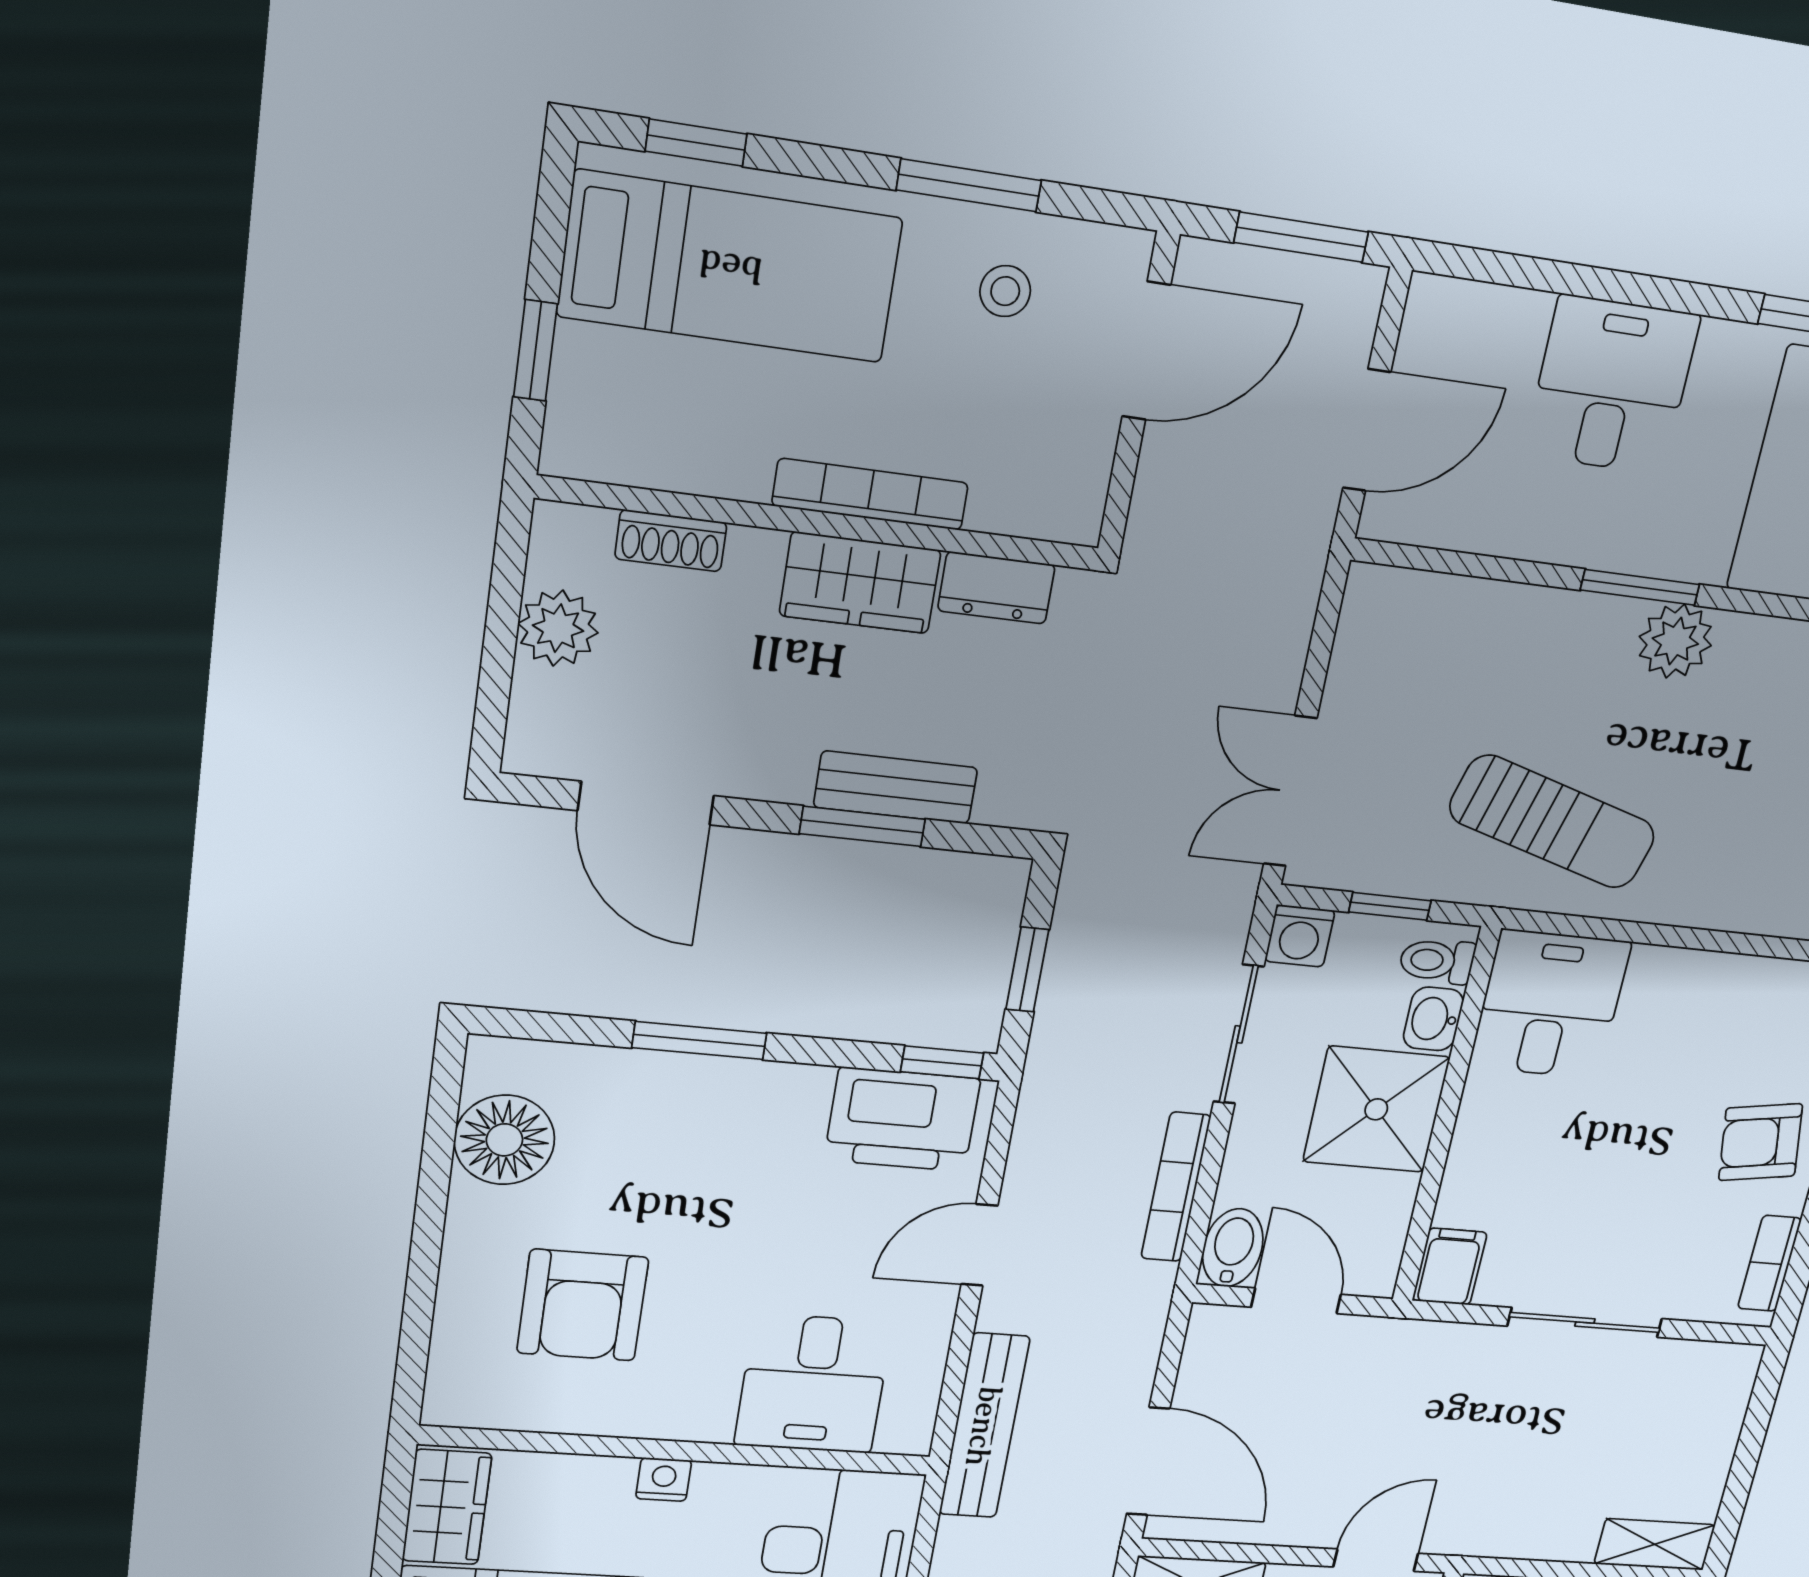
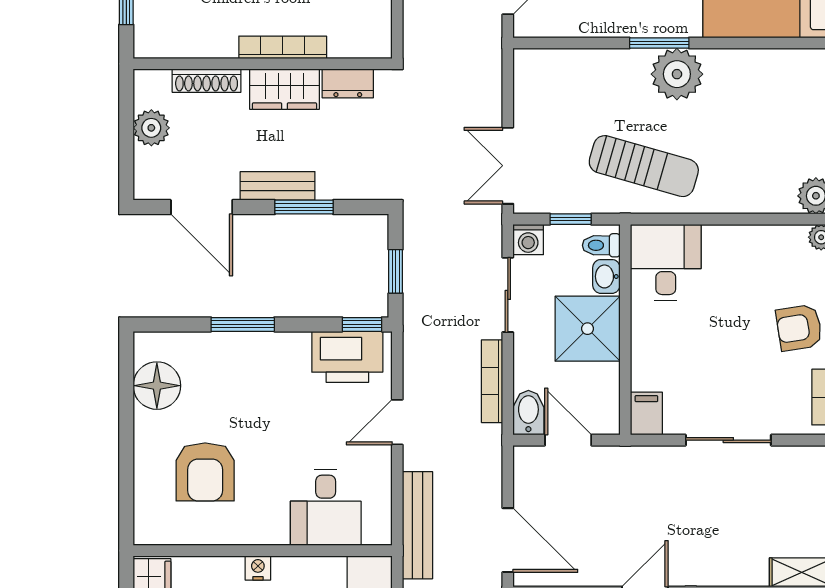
shoe rack: (671, 541) -> (207, 81), width x1.43
plant: (1675, 641) -> (677, 74), width x1.36, depth x1.36
bench: (896, 787) -> (278, 186), moved

